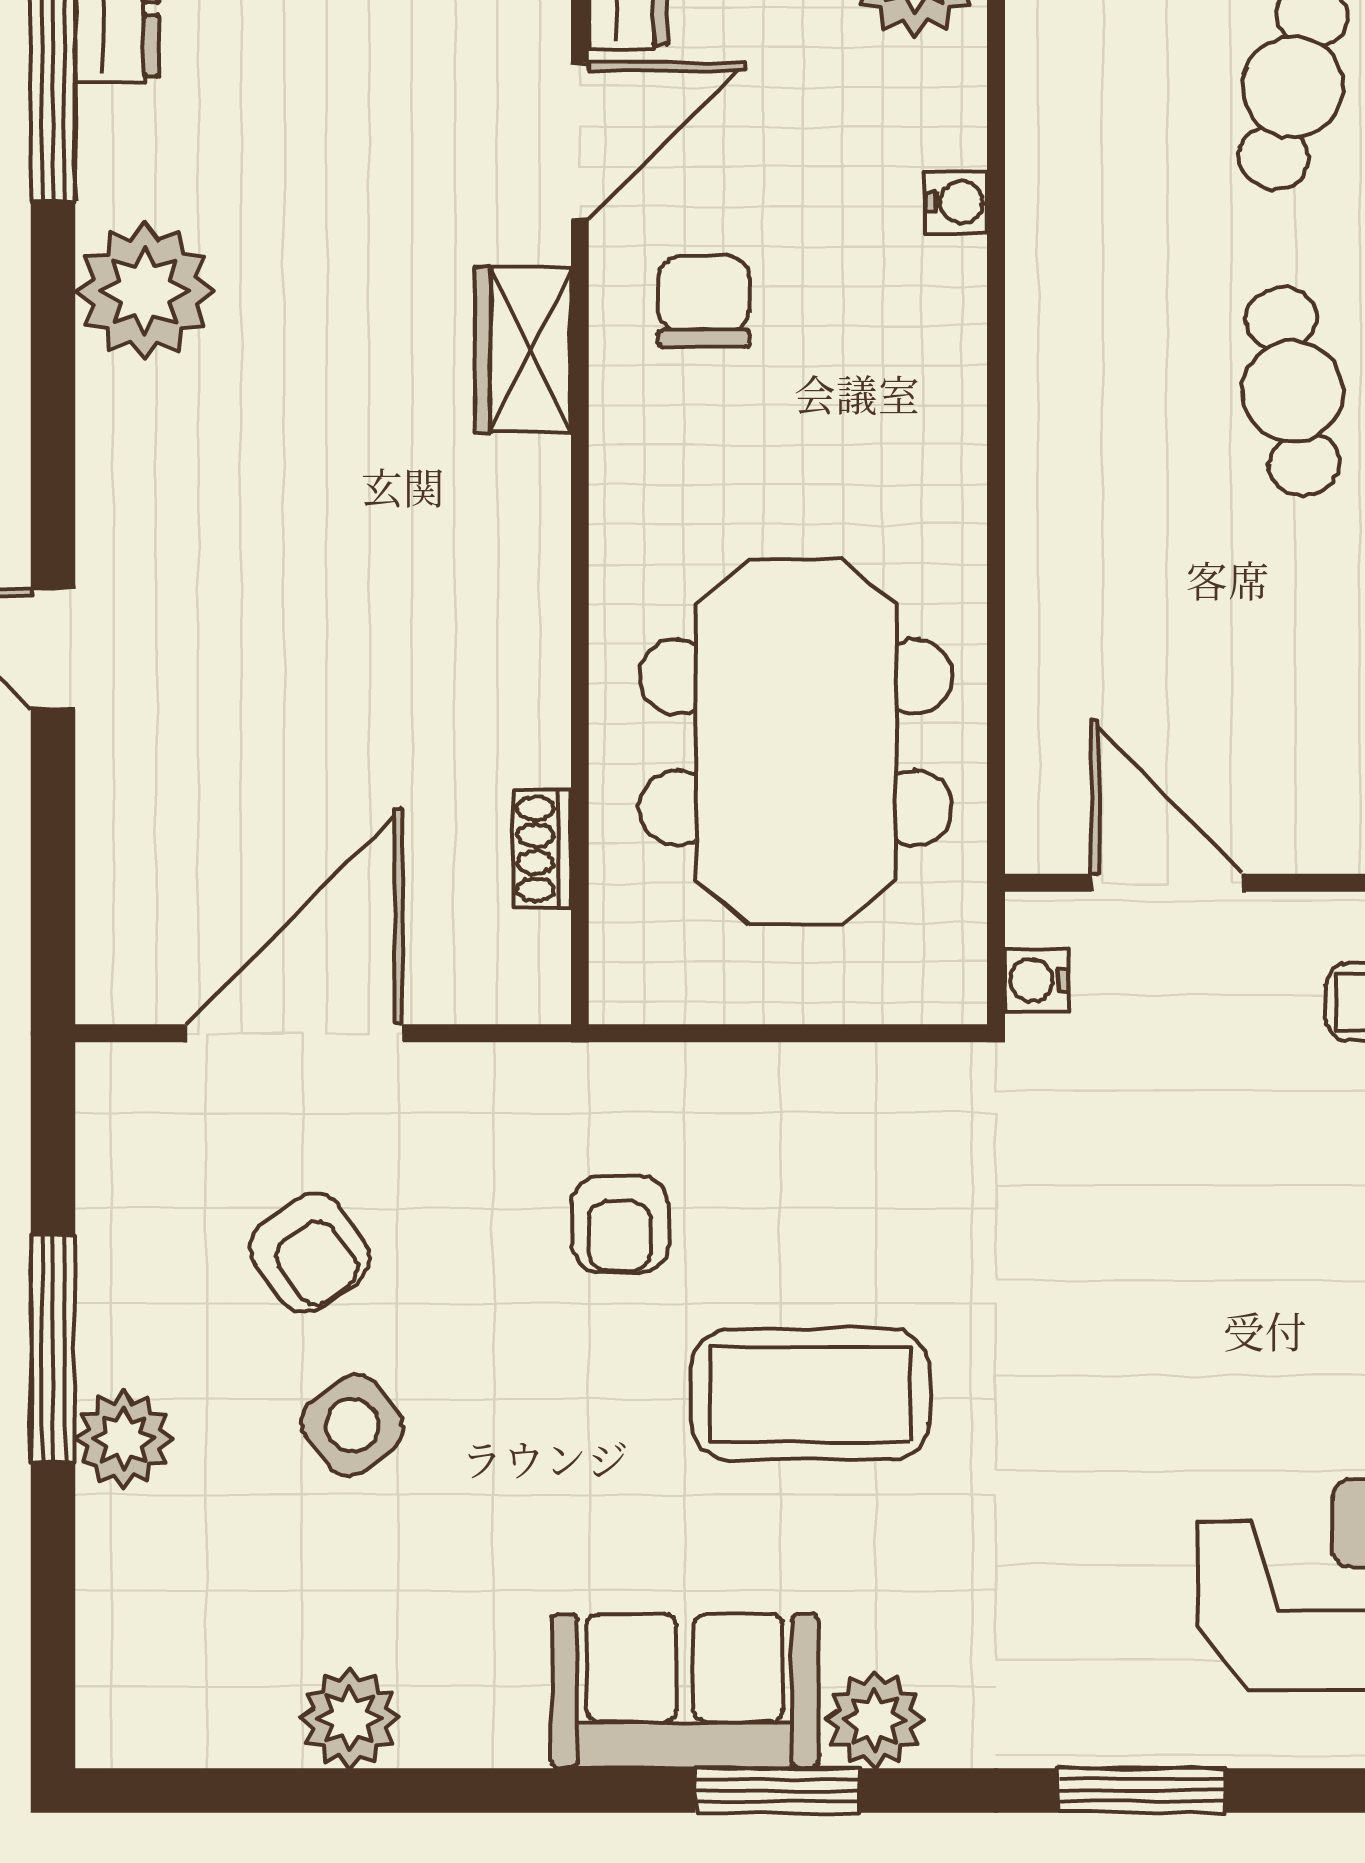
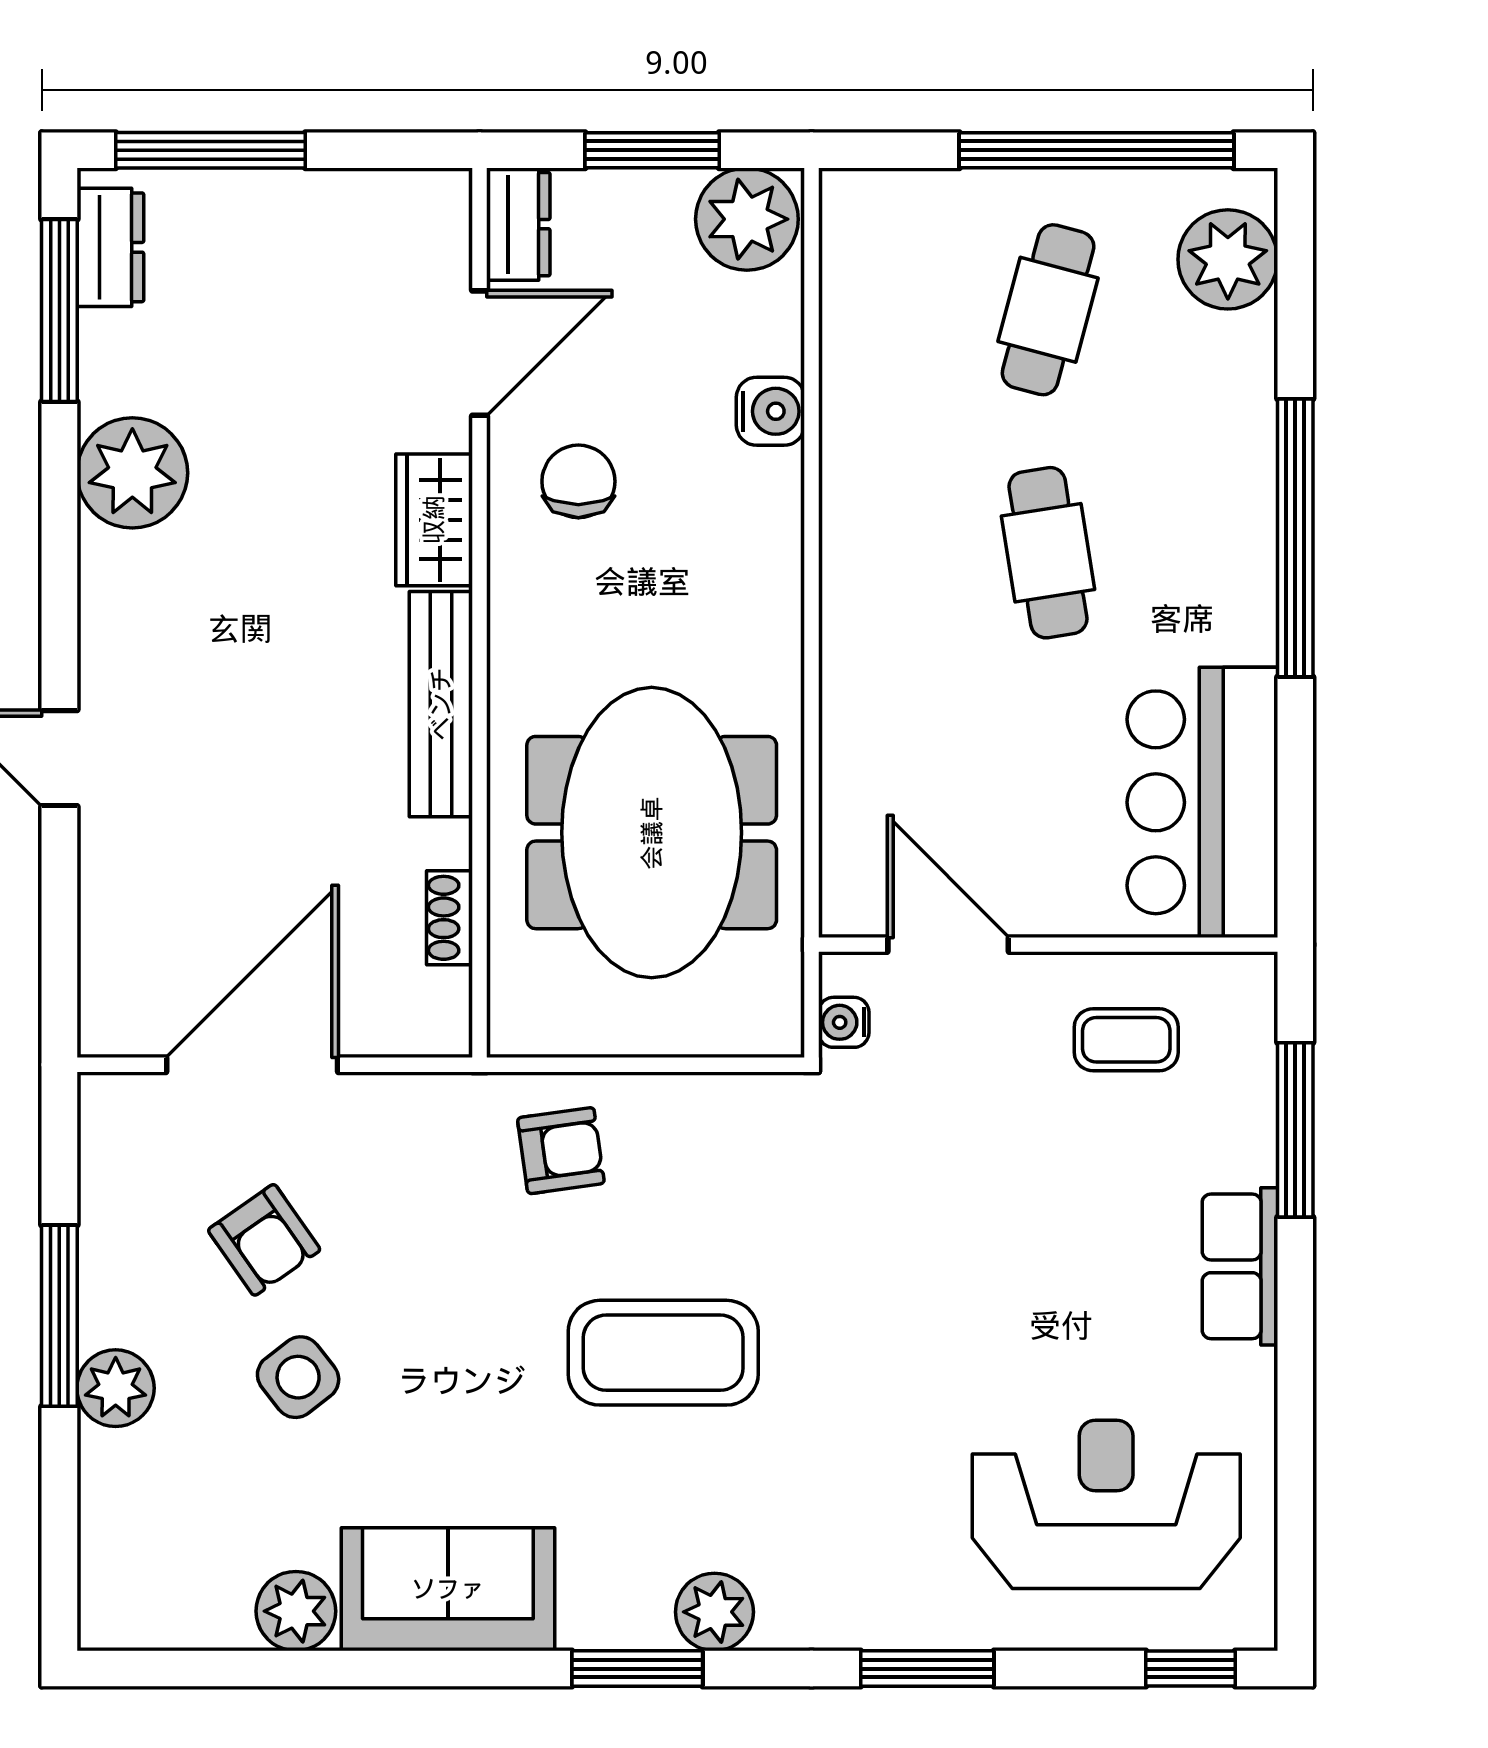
water cooler: (956, 202) -> (770, 411), width x1.38, depth x1.38
bench: (531, 581) -> (441, 704), added
armchair: (620, 1224) -> (561, 1151), moved, turned -98
sofa: (685, 1691) -> (448, 1589), moved

